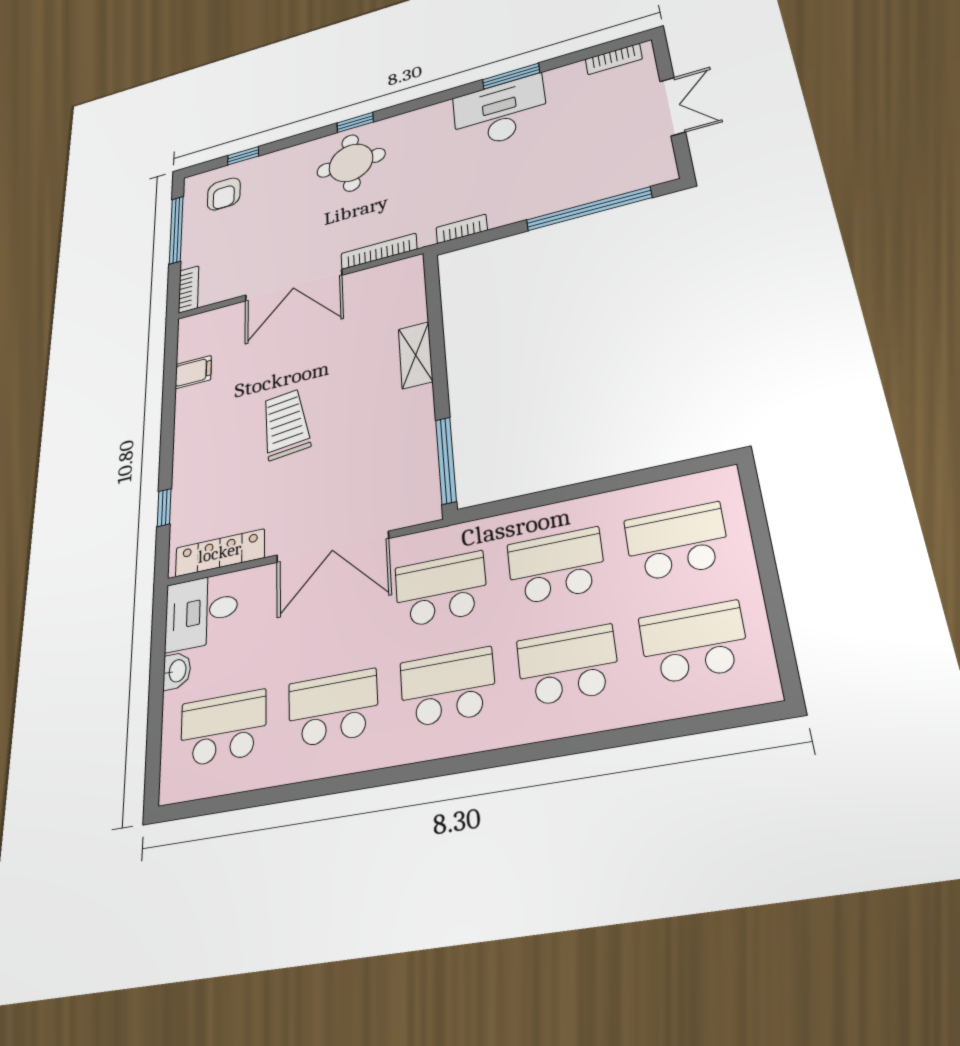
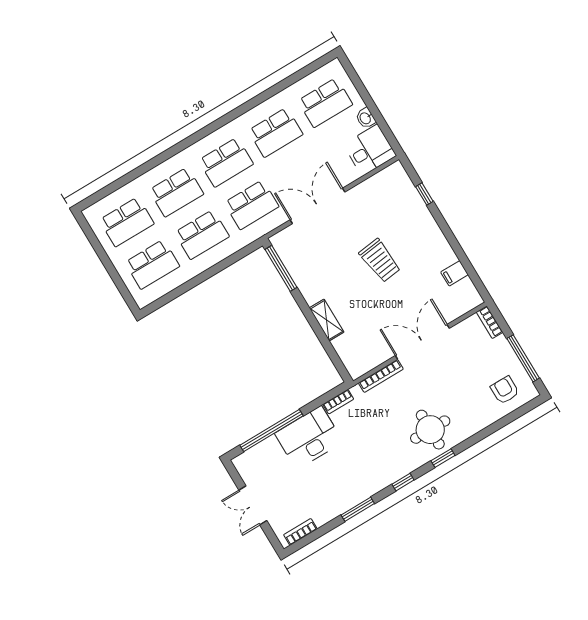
desk: (500, 112) -> (309, 438), moved, turned 180
window: (243, 156) -> (403, 482), moved
locker: (220, 553) -> (377, 182), removed

